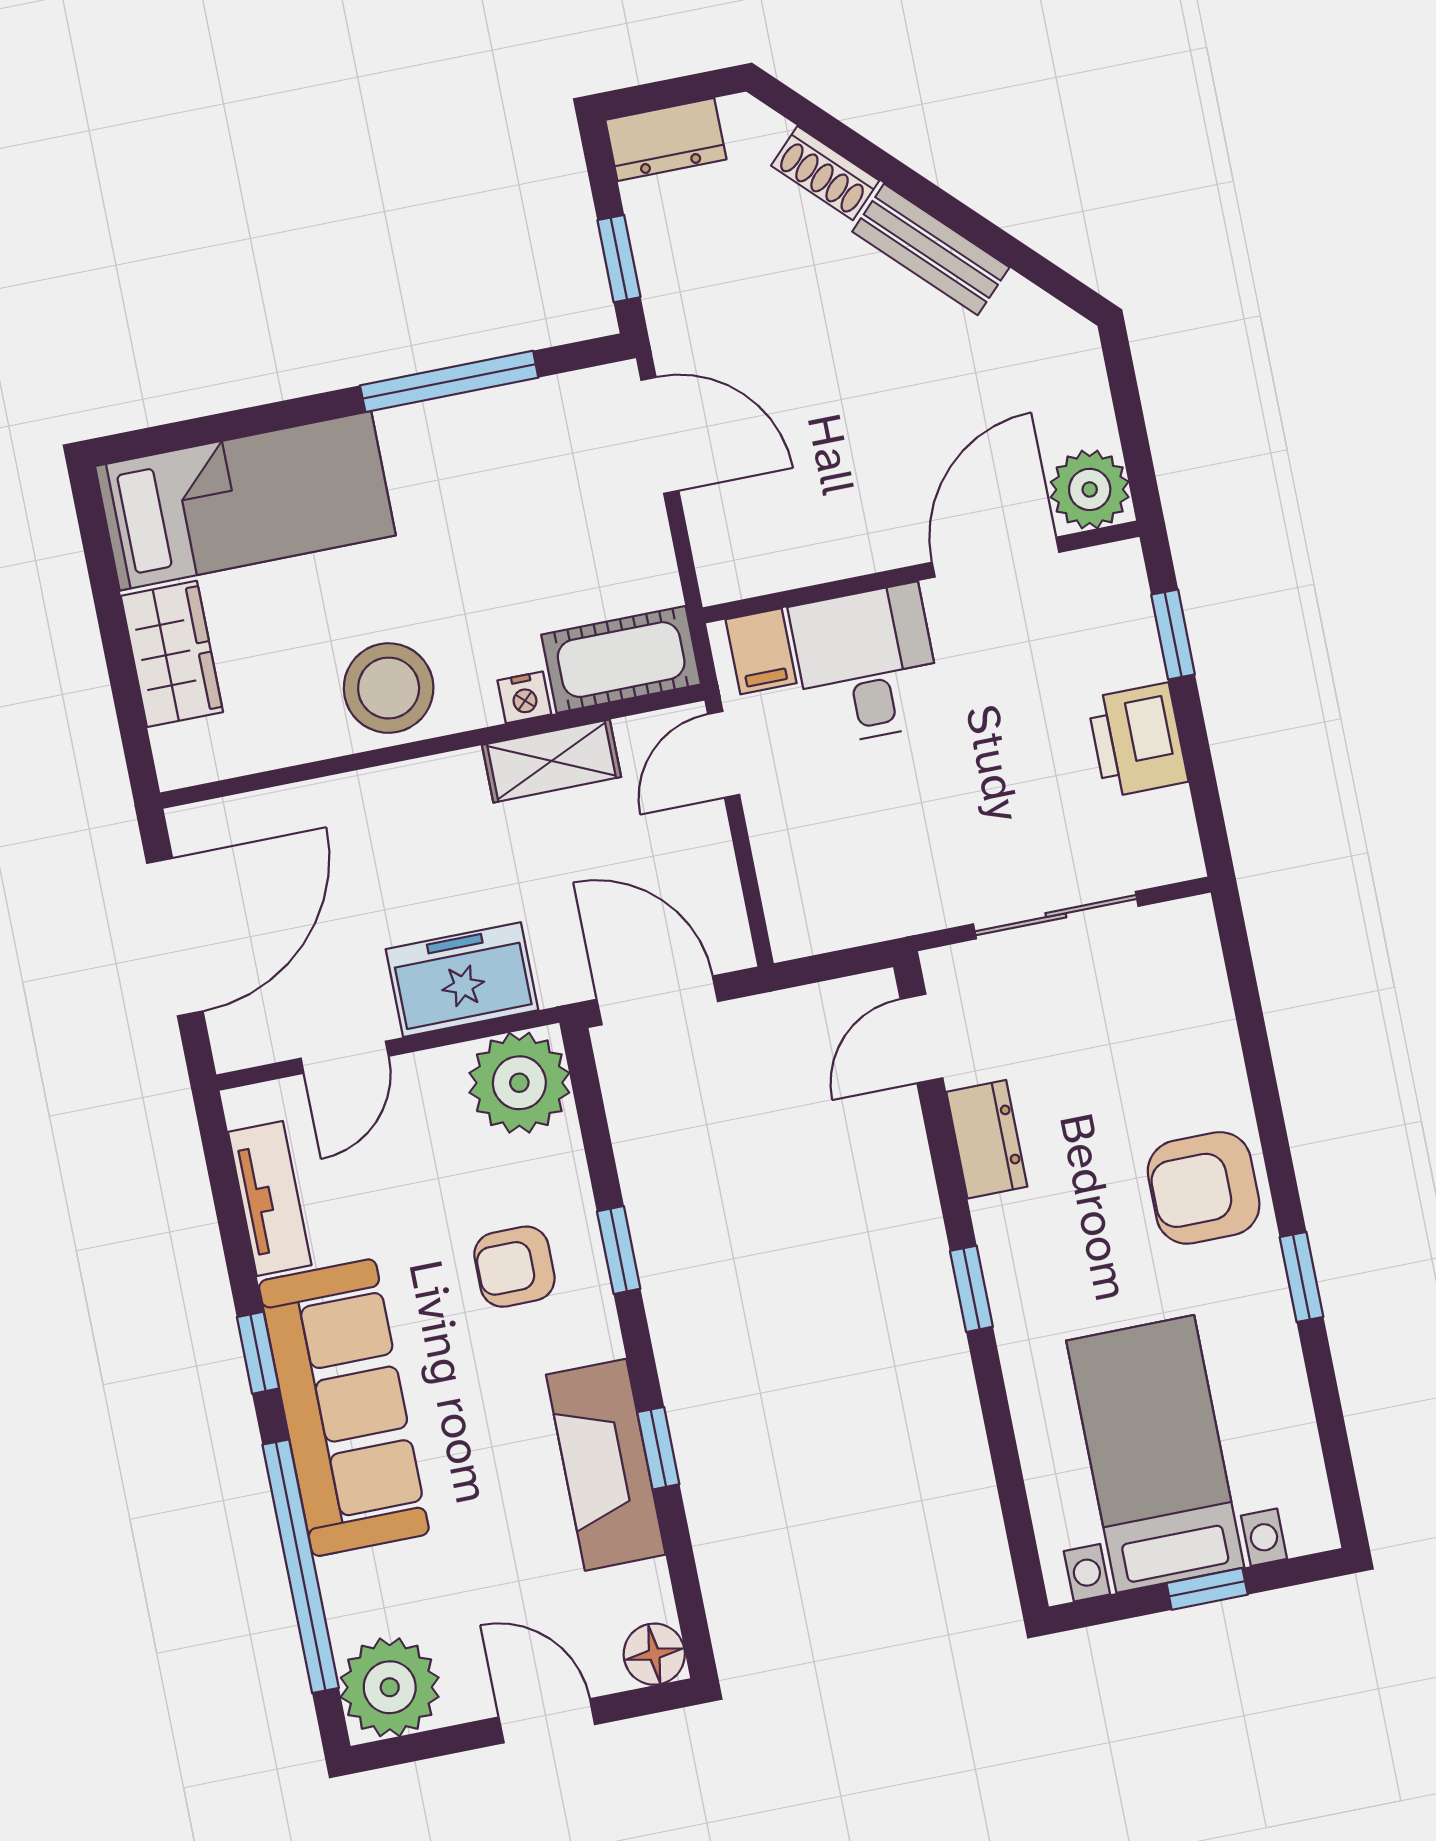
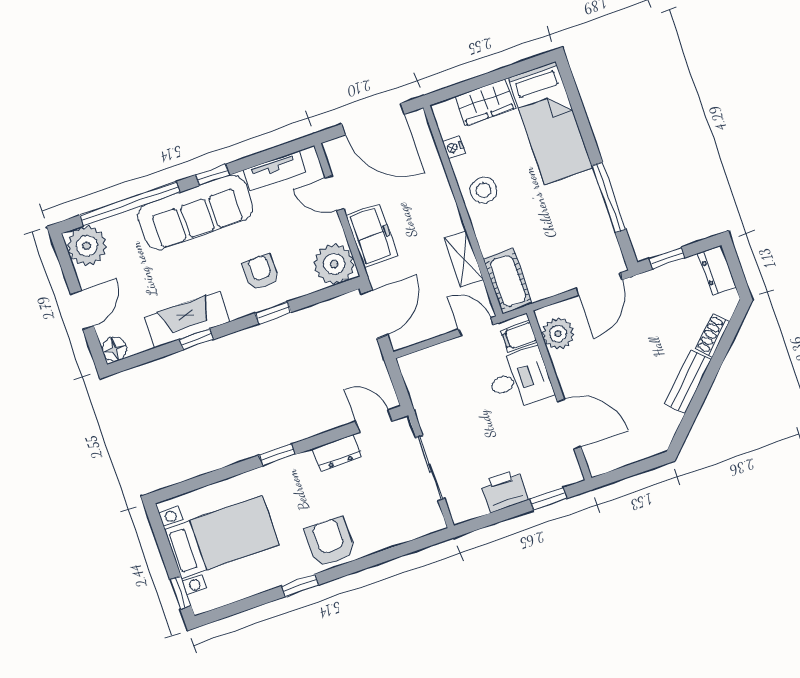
plant: (1090, 489) -> (558, 334), moved
stool: (389, 688) -> (484, 190), width x0.73, depth x0.73
nightstand: (524, 697) -> (454, 147), moved
window: (1207, 1589) -> (180, 593), moved

